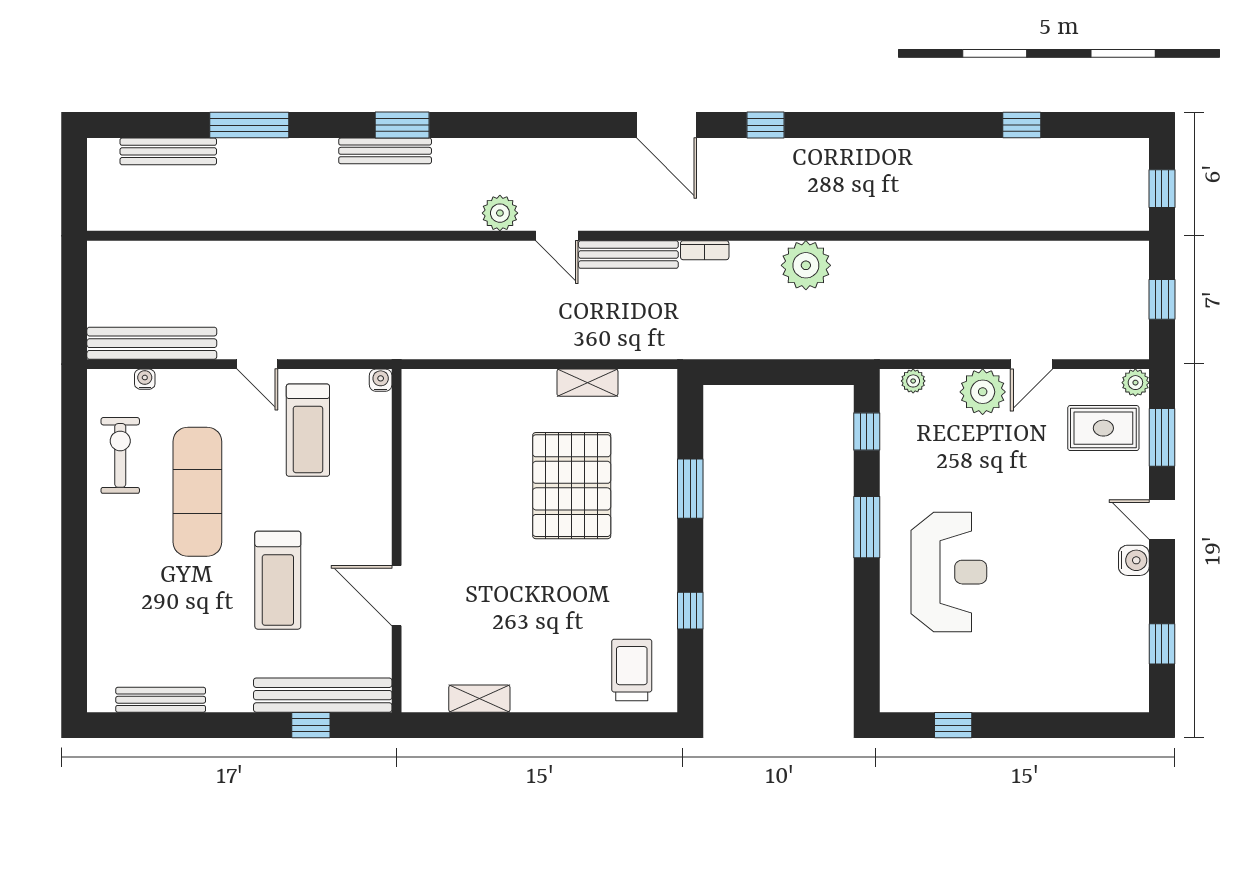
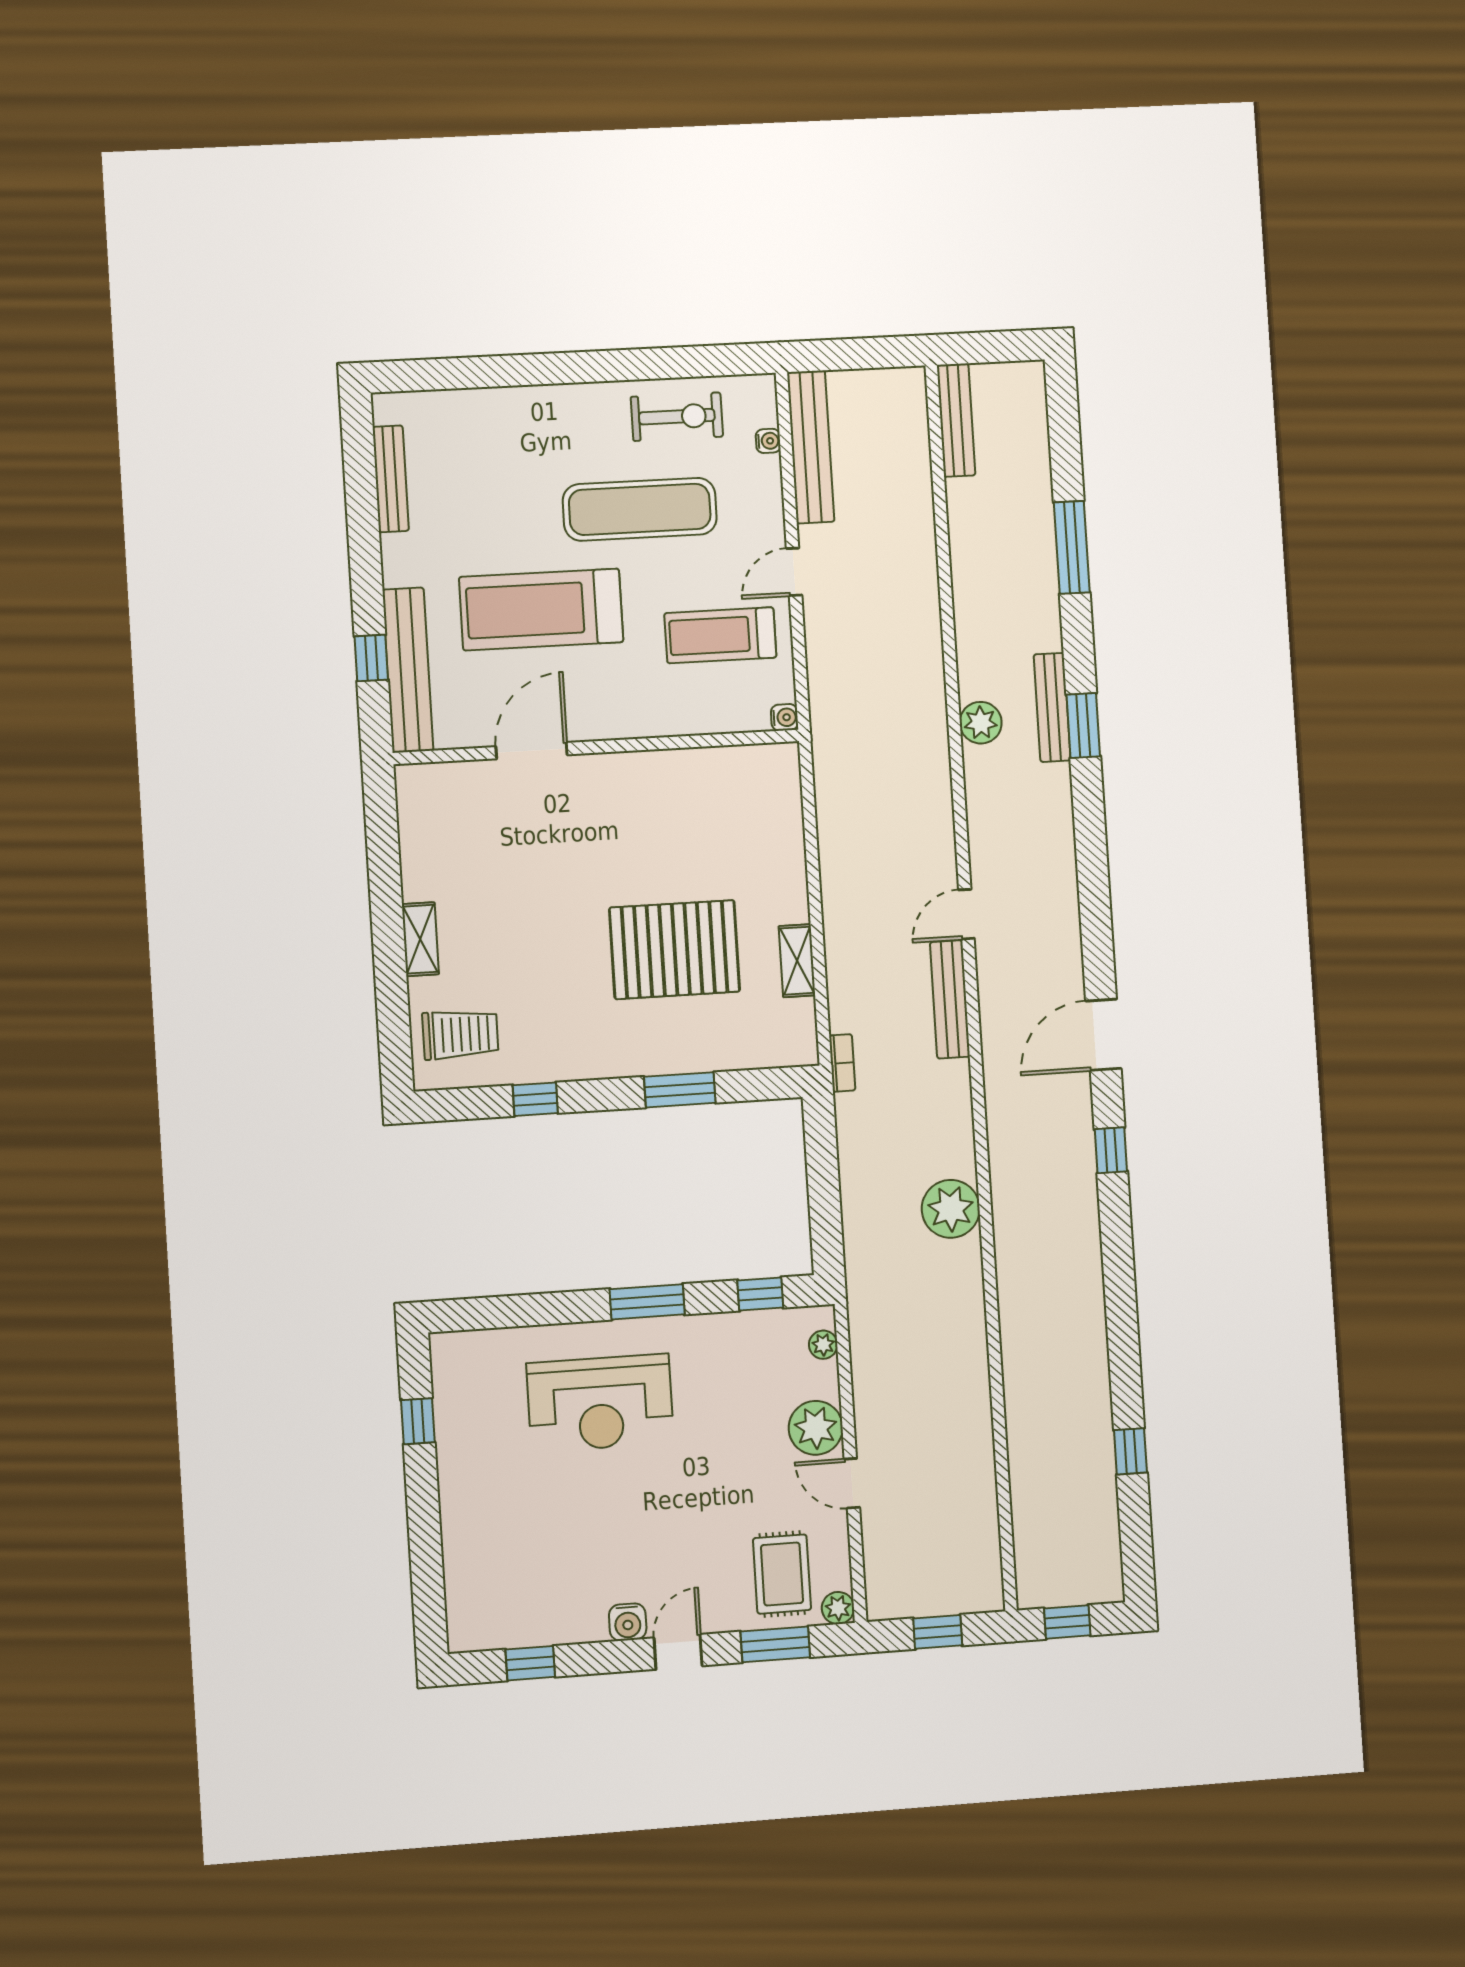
bench: (168, 151) -> (956, 420), moved
plant: (500, 213) -> (981, 723), moved
bookcase: (705, 250) -> (842, 1063), moved, turned 180
treadmill: (278, 580) -> (541, 610), width x1.37, depth x1.37
shelving: (479, 699) -> (420, 939), moved

